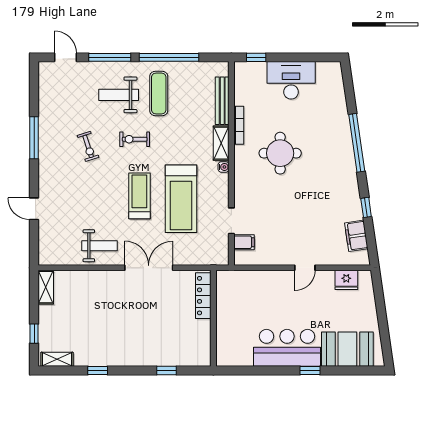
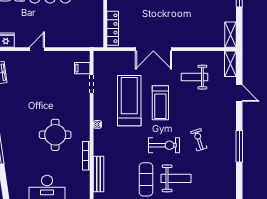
exercise bike: (135, 139) -> (164, 145), width x1.38, depth x1.39
shelving: (221, 143) -> (230, 64), moved
weight bench: (99, 246) -> (194, 77), moved

